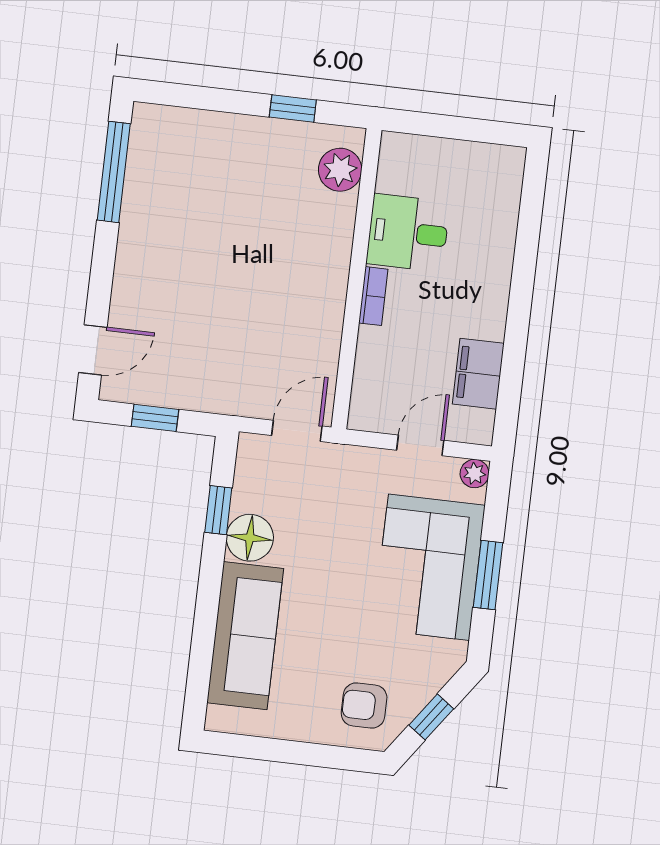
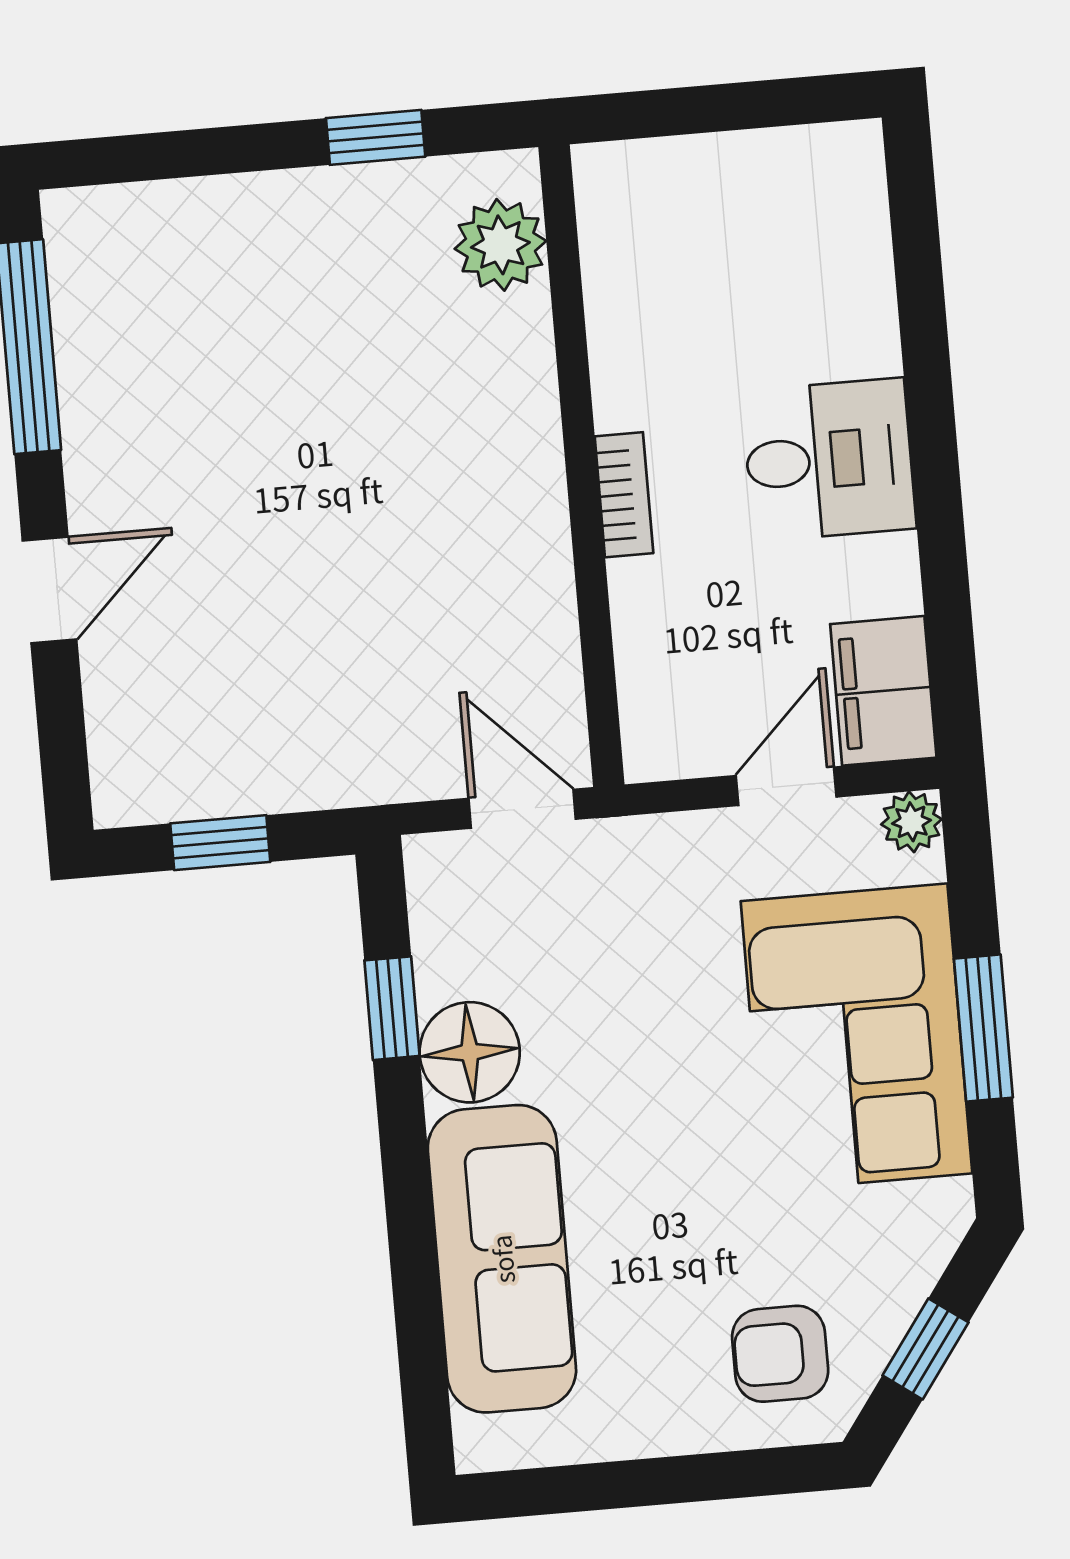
desk: (408, 233) -> (829, 460), moved, turned 180
door: (93, 350) -> (50, 590), moved
filing cabinet: (478, 374) -> (883, 691), moved
door: (297, 431) -> (522, 809), hinge flipped

